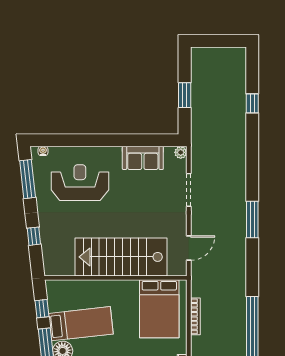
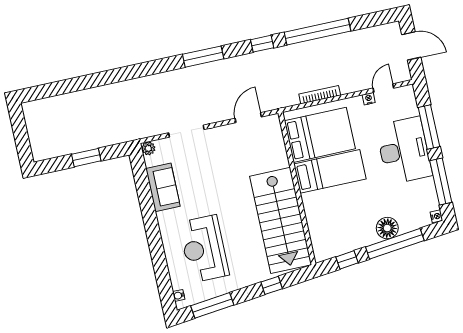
window: (252, 103) -> (262, 44), moved
door: (189, 248) -> (248, 118), hinge flipped
stairs: (121, 257) -> (281, 220), moved
bed: (81, 324) -> (330, 171), moved, turned 96

